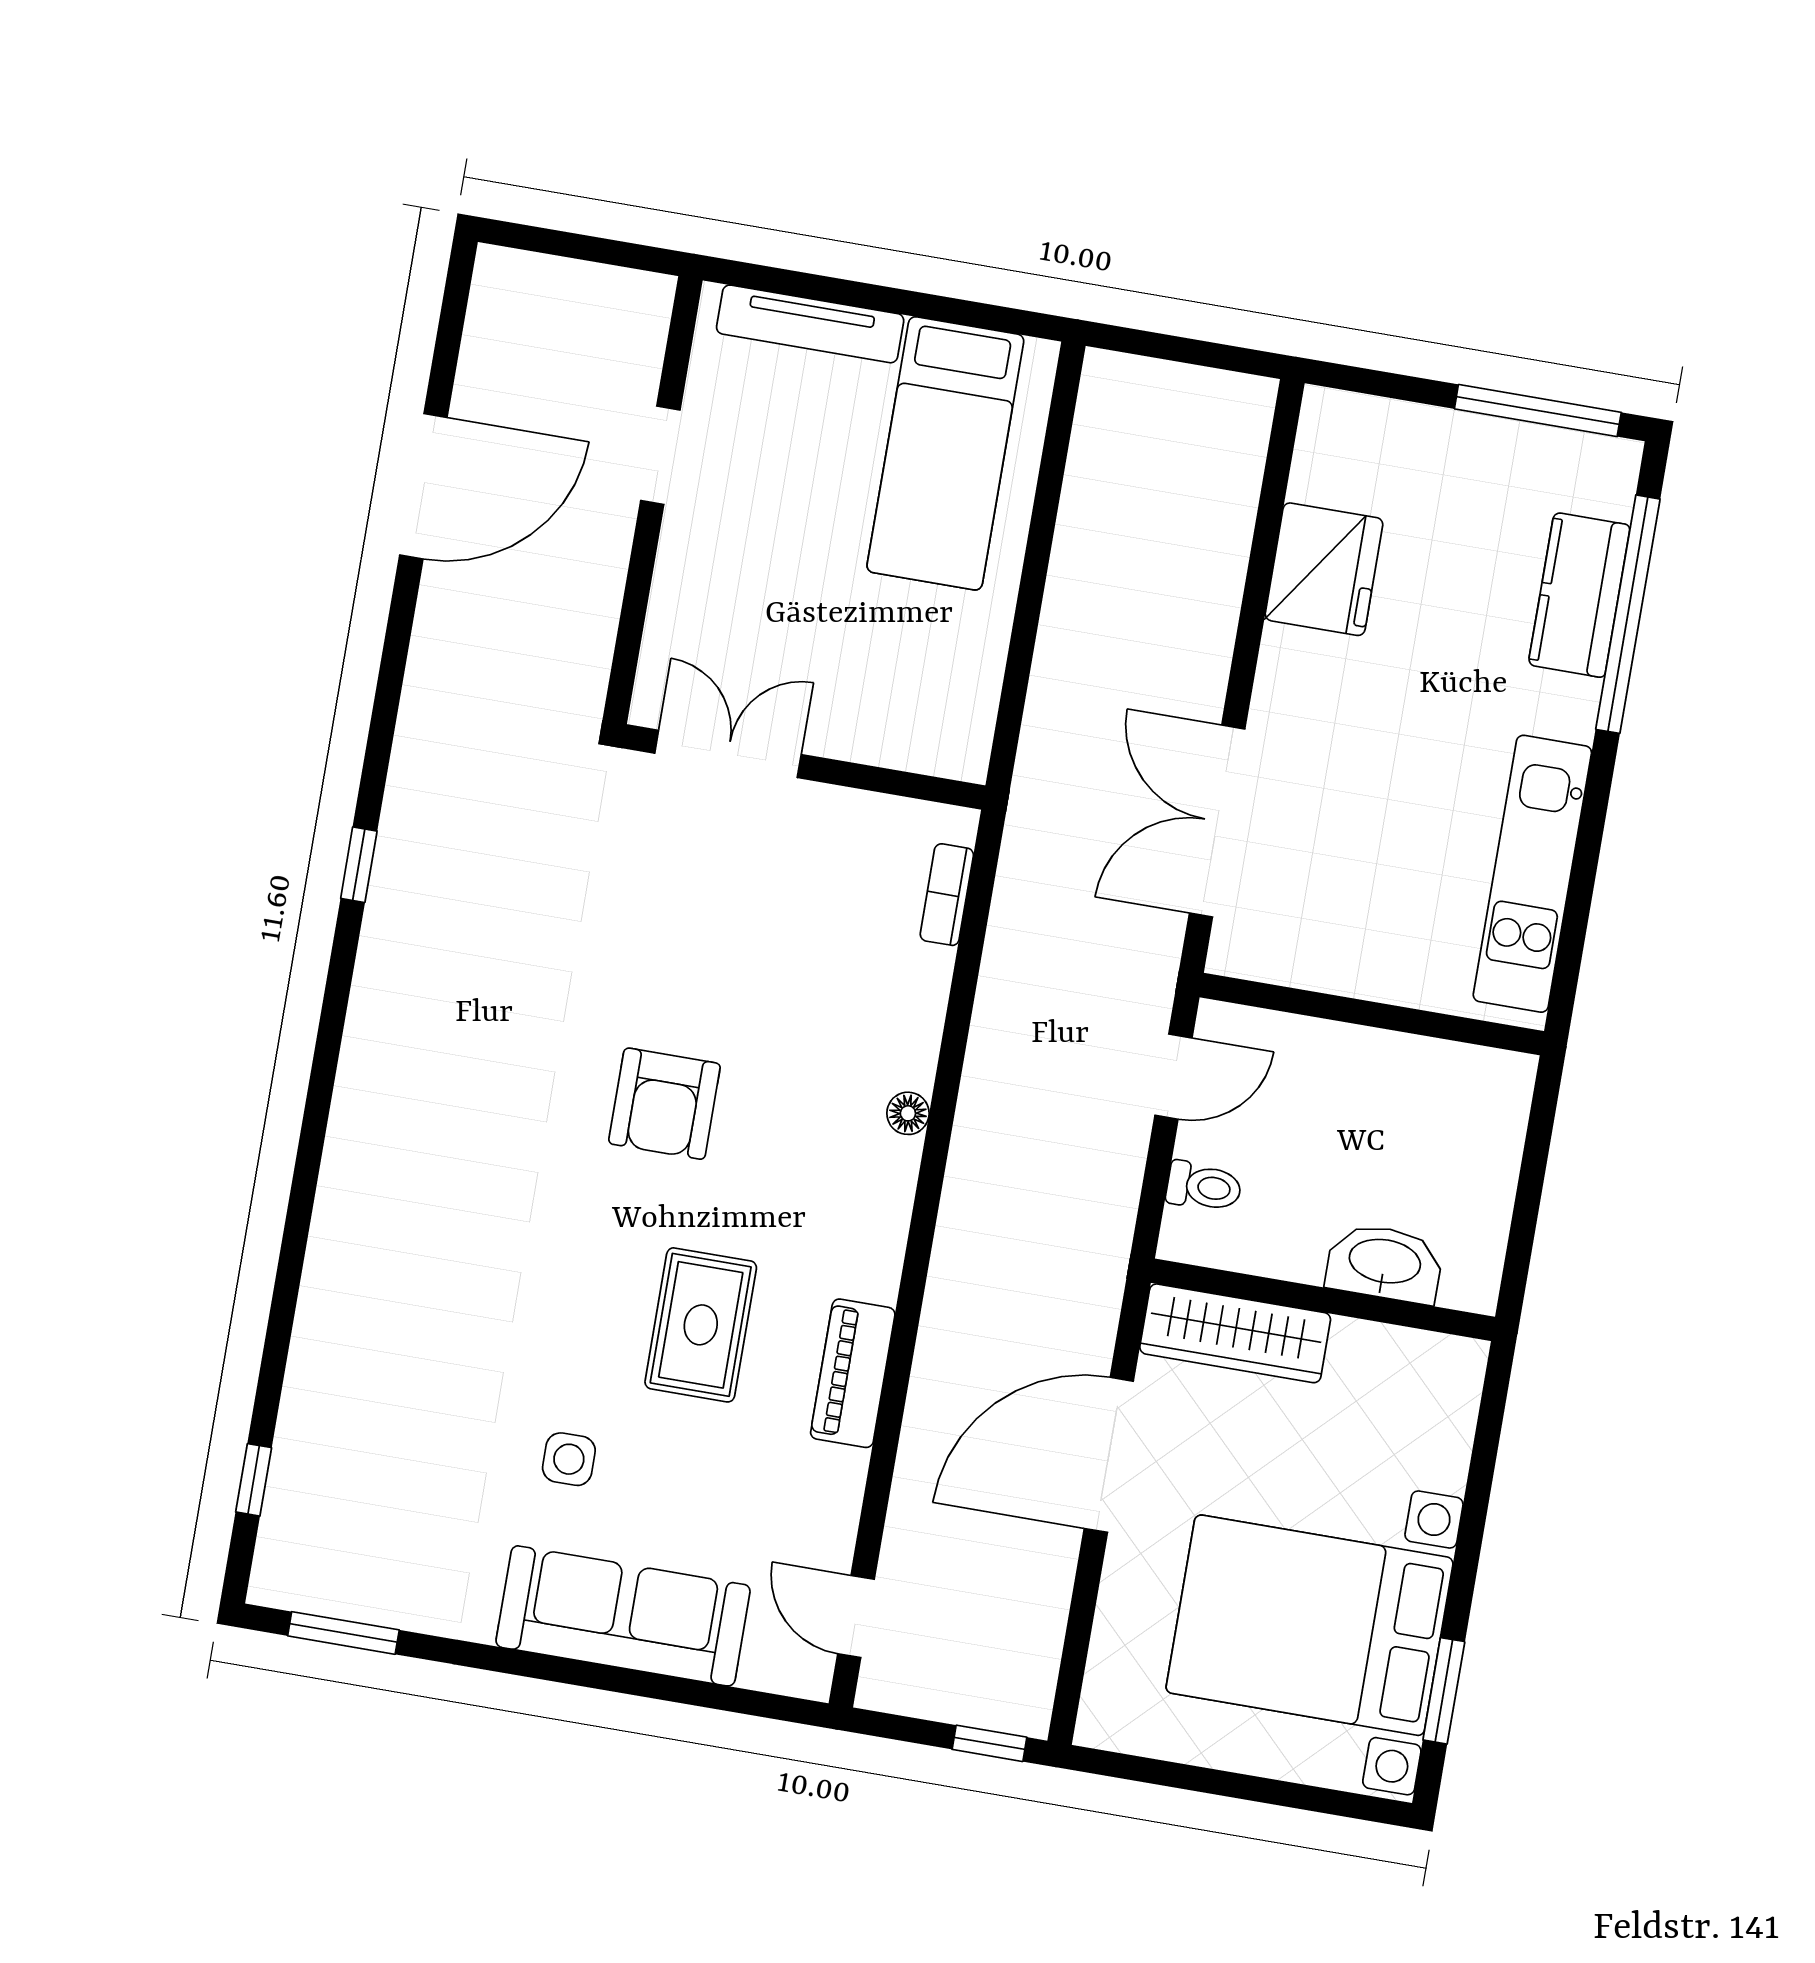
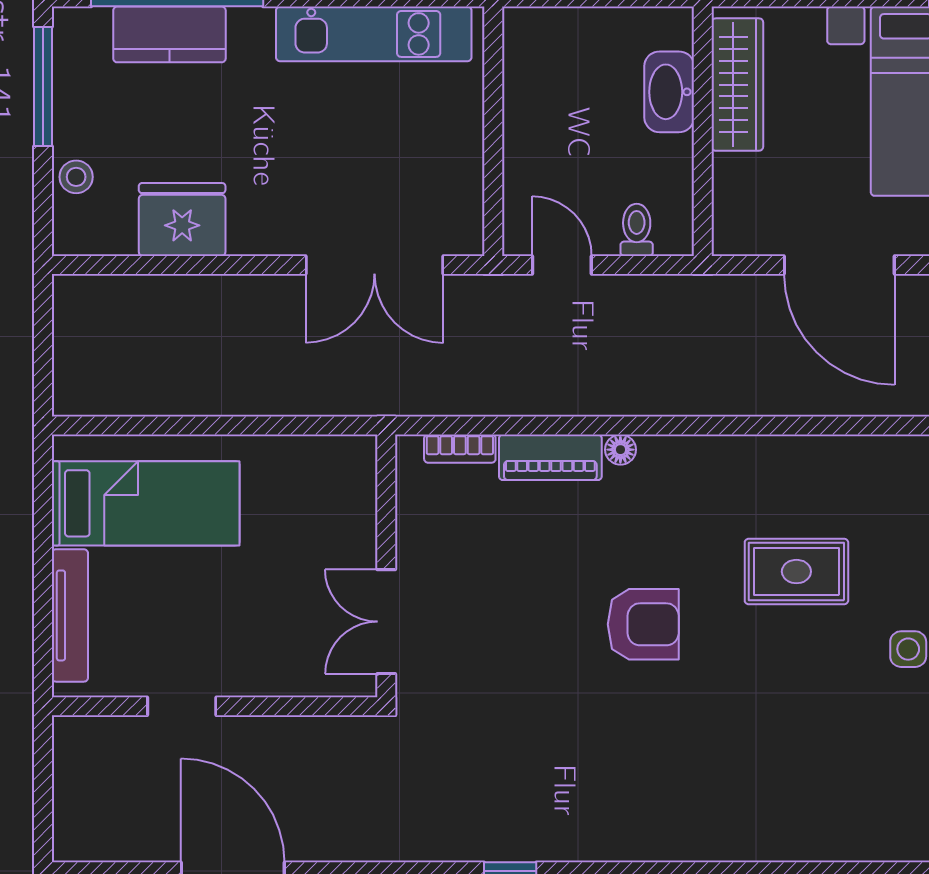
stool: (1407, 435) -> (76, 177), added
wardrobe: (1235, 1333) -> (737, 85), moved
piano: (853, 1373) -> (550, 457), moved

